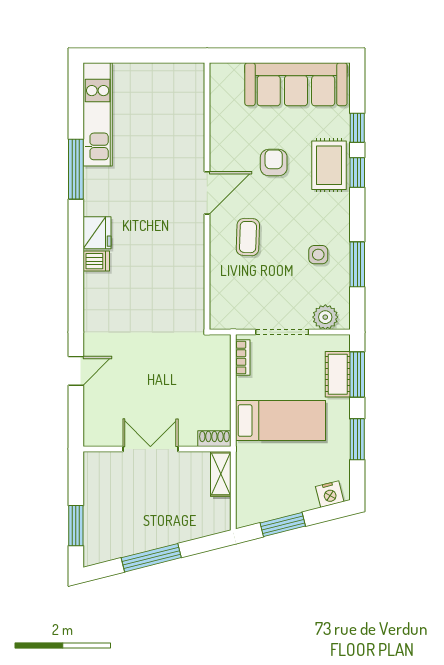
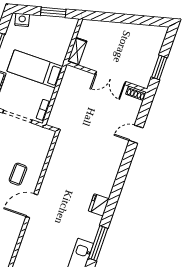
dishwasher: (96, 261) -> (104, 190), removed
shoe rack: (214, 439) -> (136, 93), moved
window: (76, 526) -> (159, 67), moved
window: (151, 558) -> (130, 19), removed

